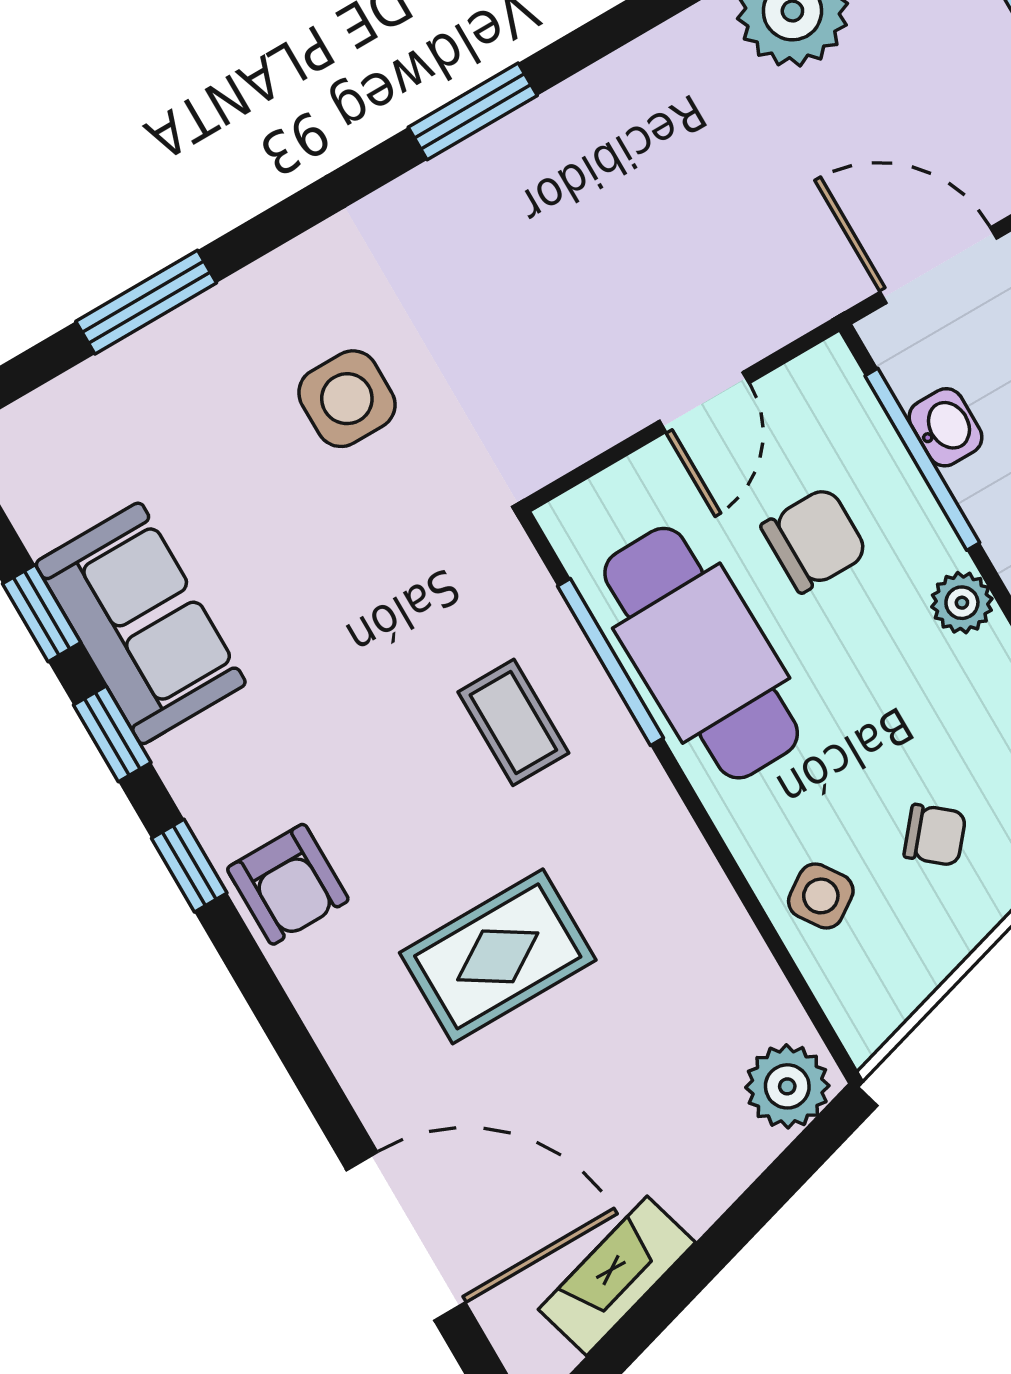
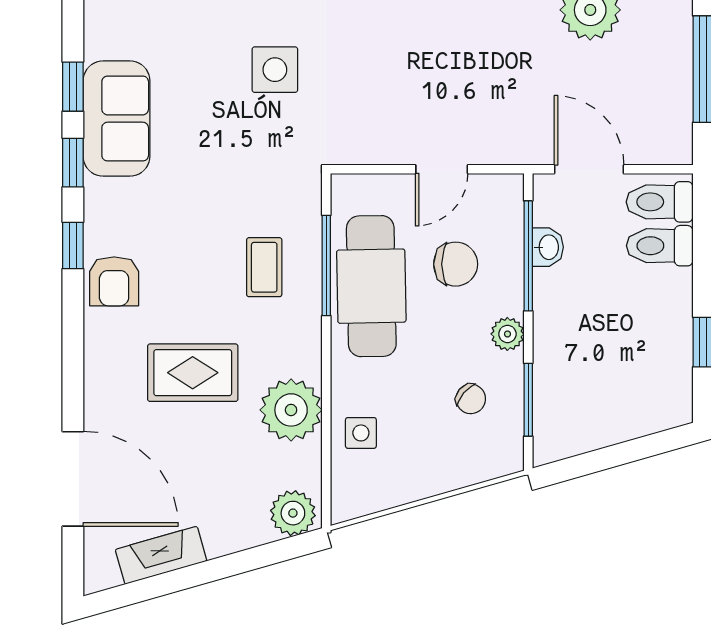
chair: (935, 835) -> (471, 399), moved
side table: (821, 896) -> (361, 433), turned 34
plant: (689, 924) -> (291, 410), added

